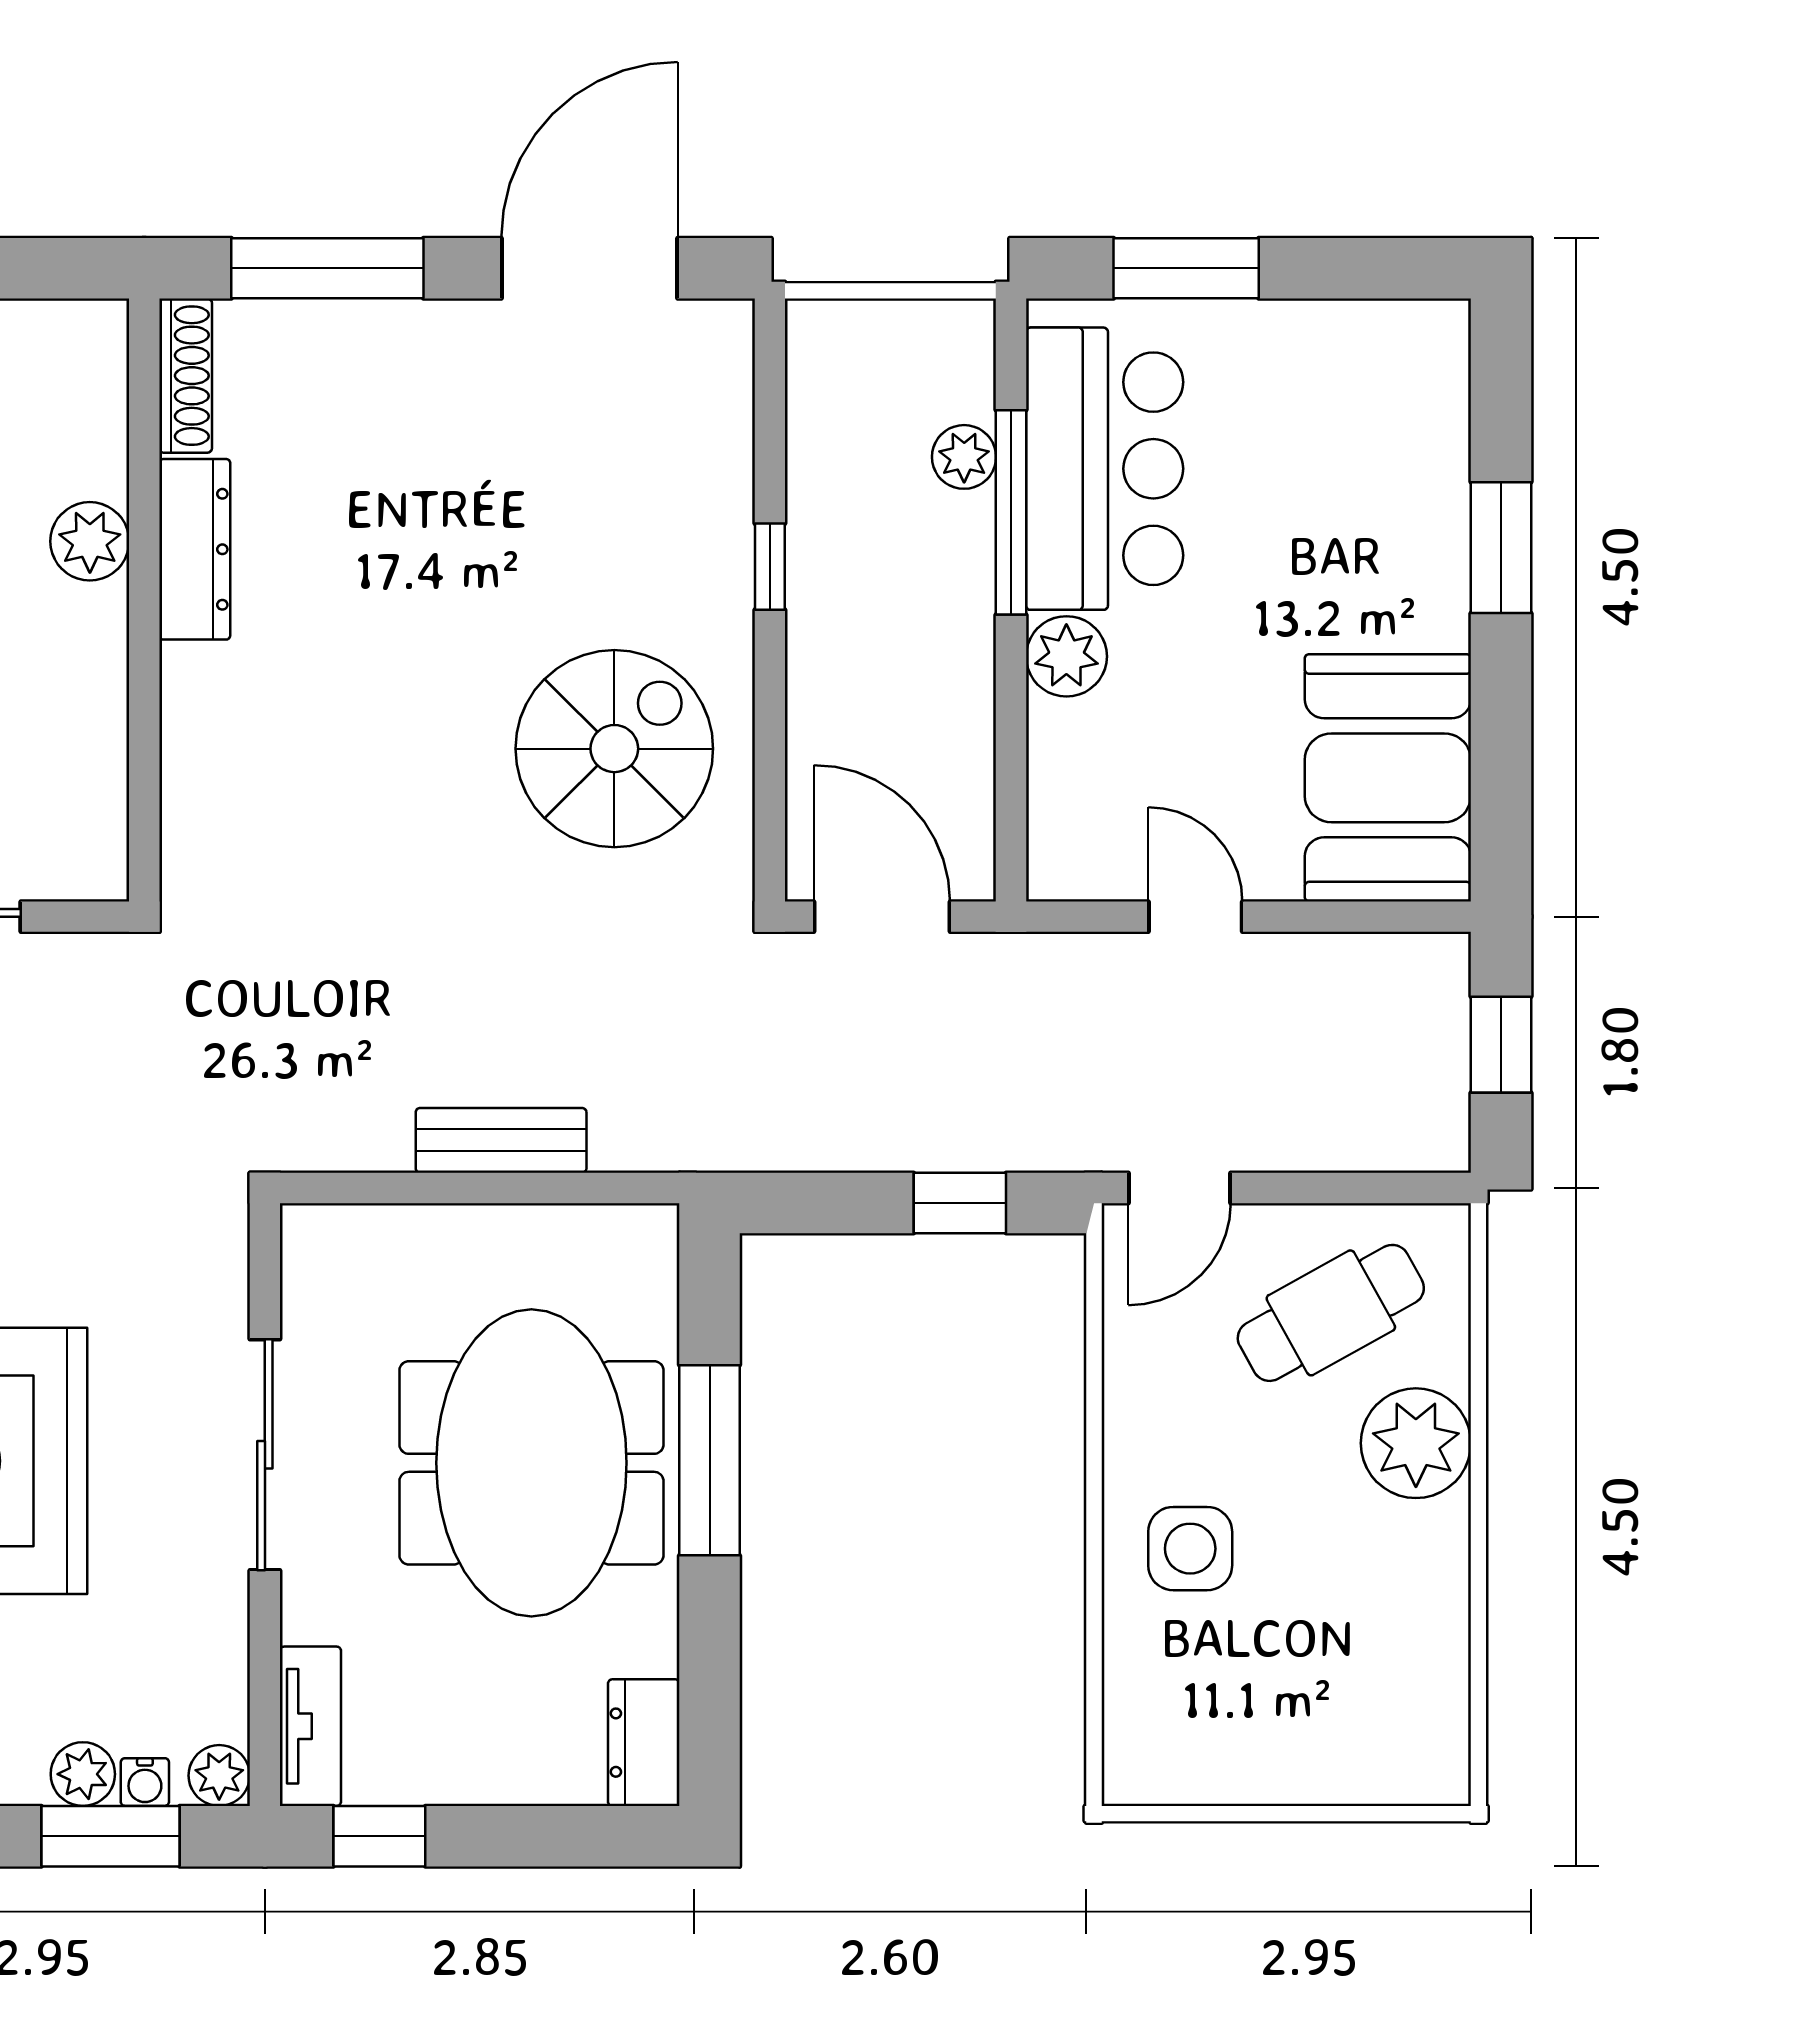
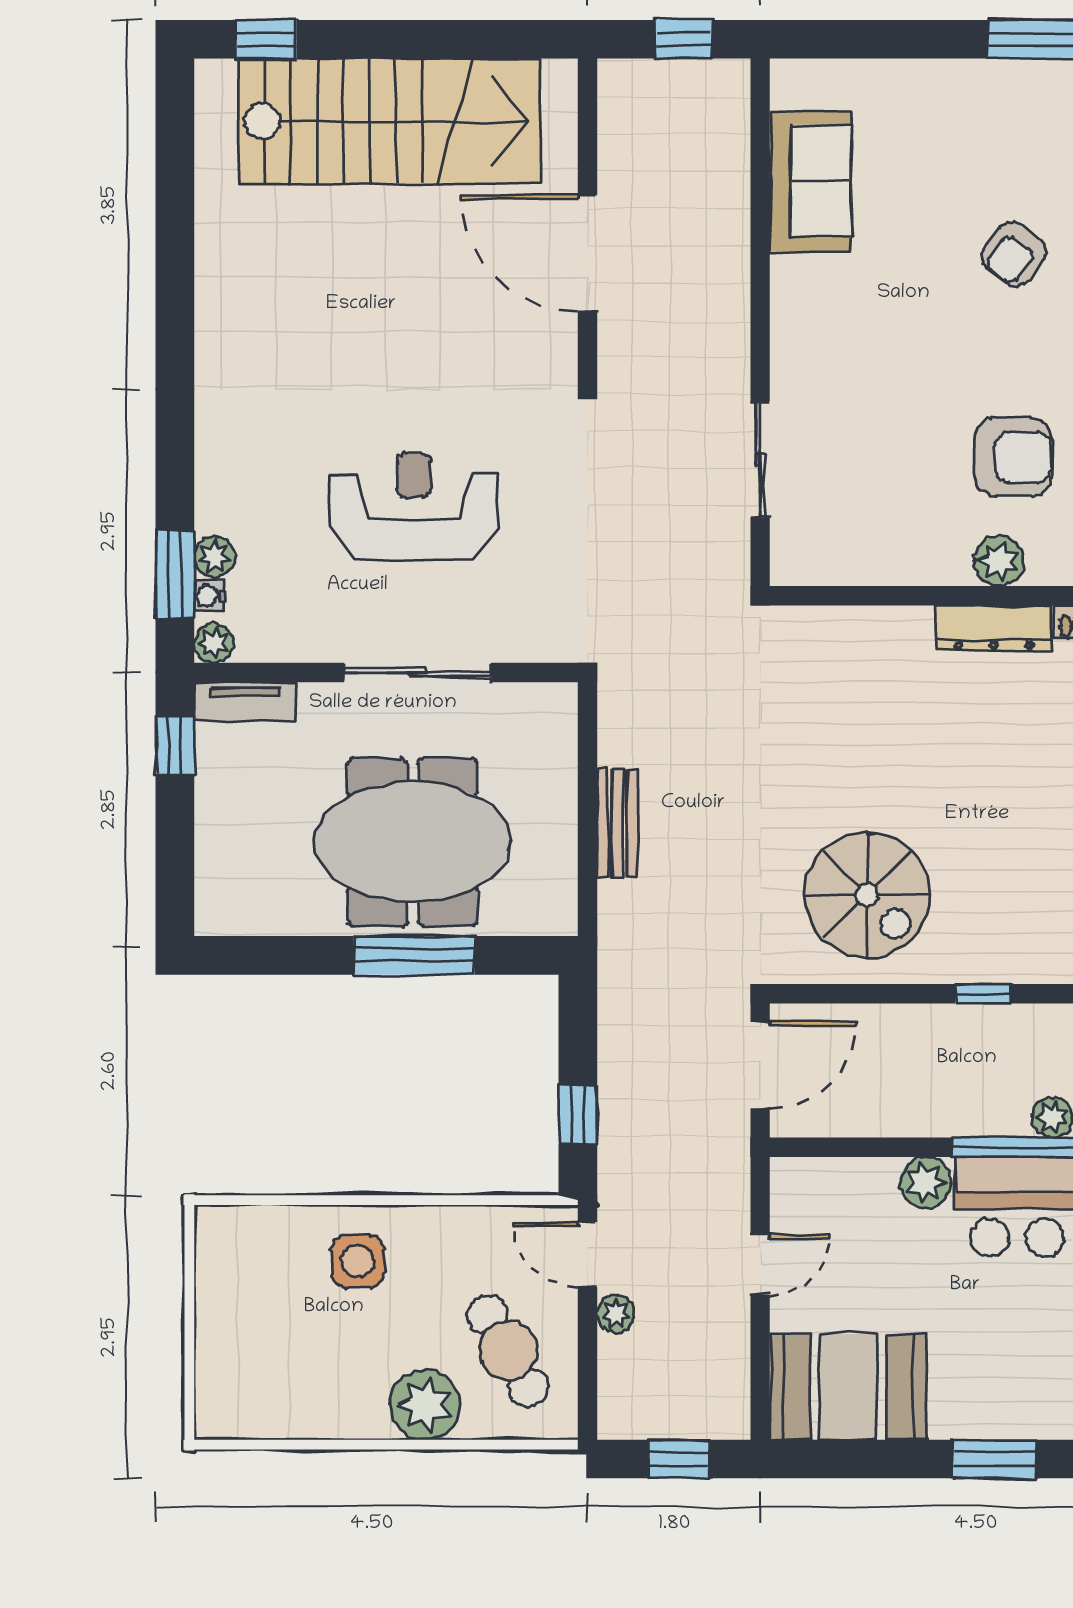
plant: (1273, 1143) -> (616, 1314), added
dresser: (644, 1743) -> (234, 914), removed

